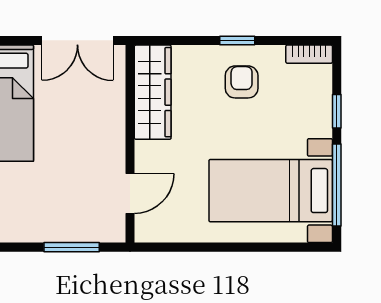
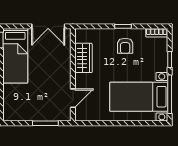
armchair: (242, 82) -> (125, 46), turned 180
wardrobe: (153, 92) -> (83, 58), width x0.67

